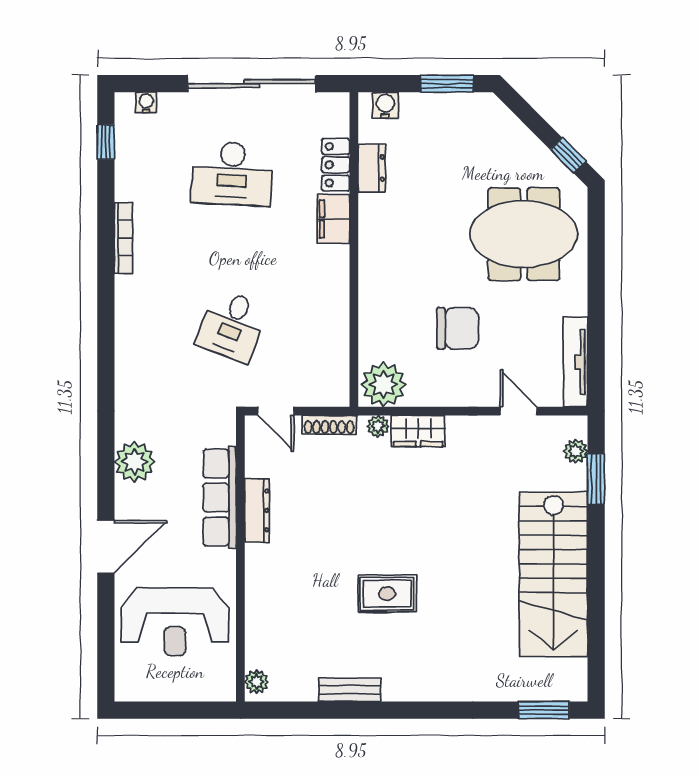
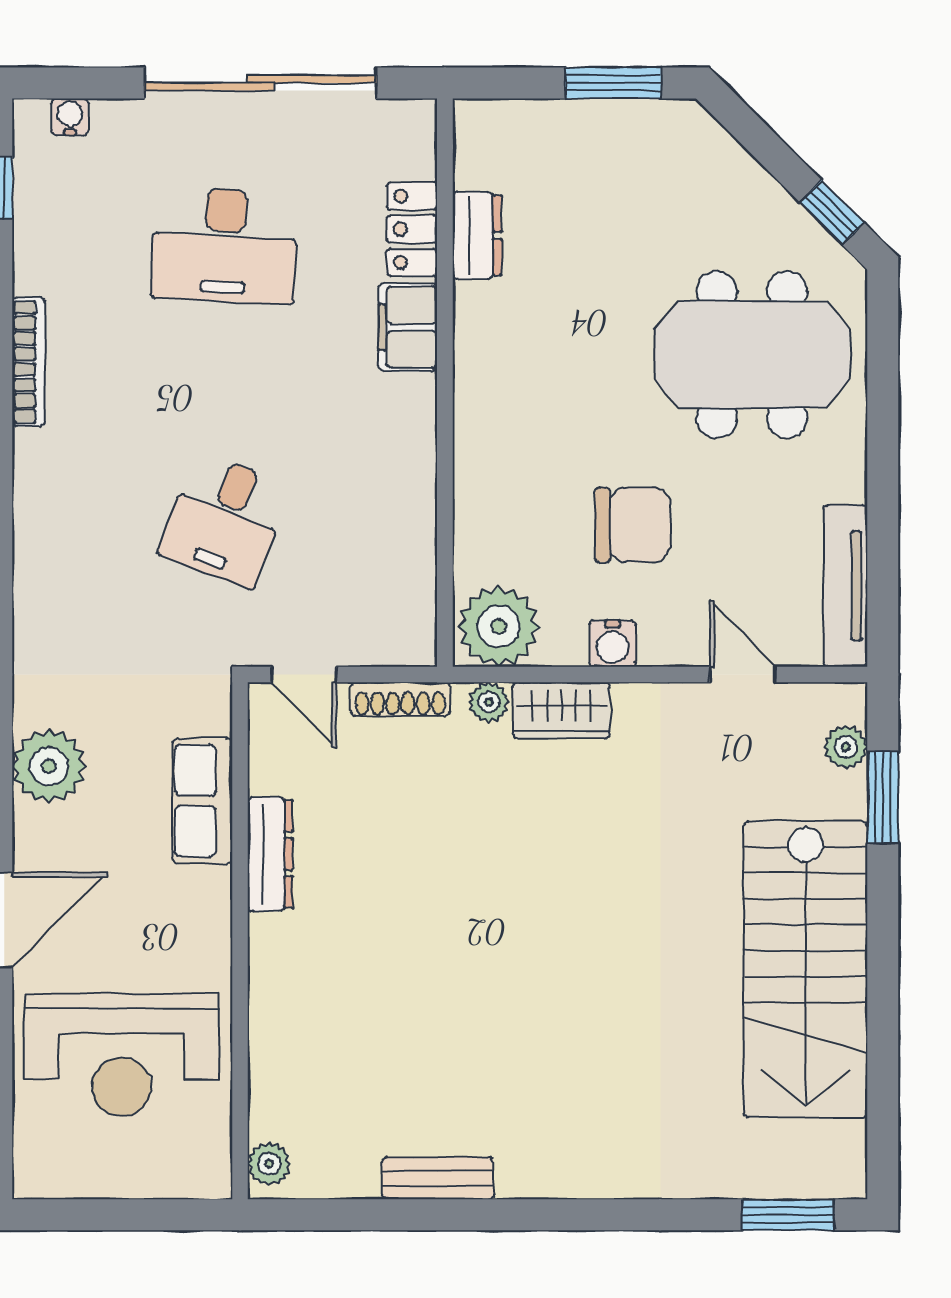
water cooler: (385, 105) -> (612, 643), moved, turned 180
row of seats: (220, 498) -> (202, 801), width x0.68
rug: (387, 594) -> (505, 1004), removed

